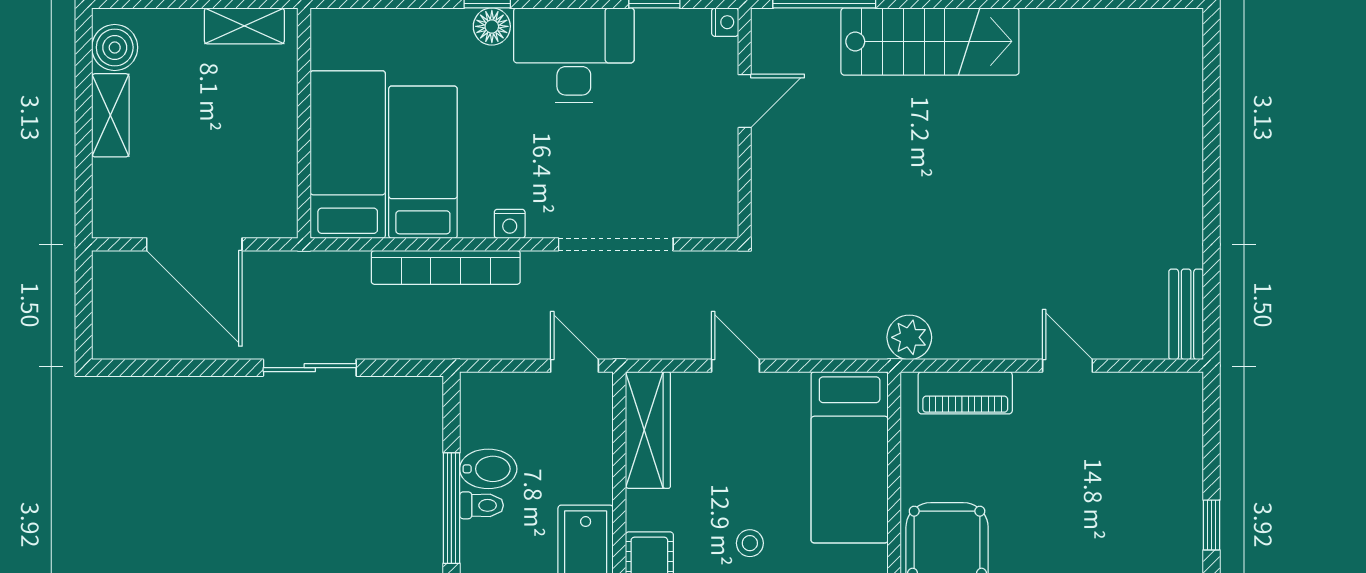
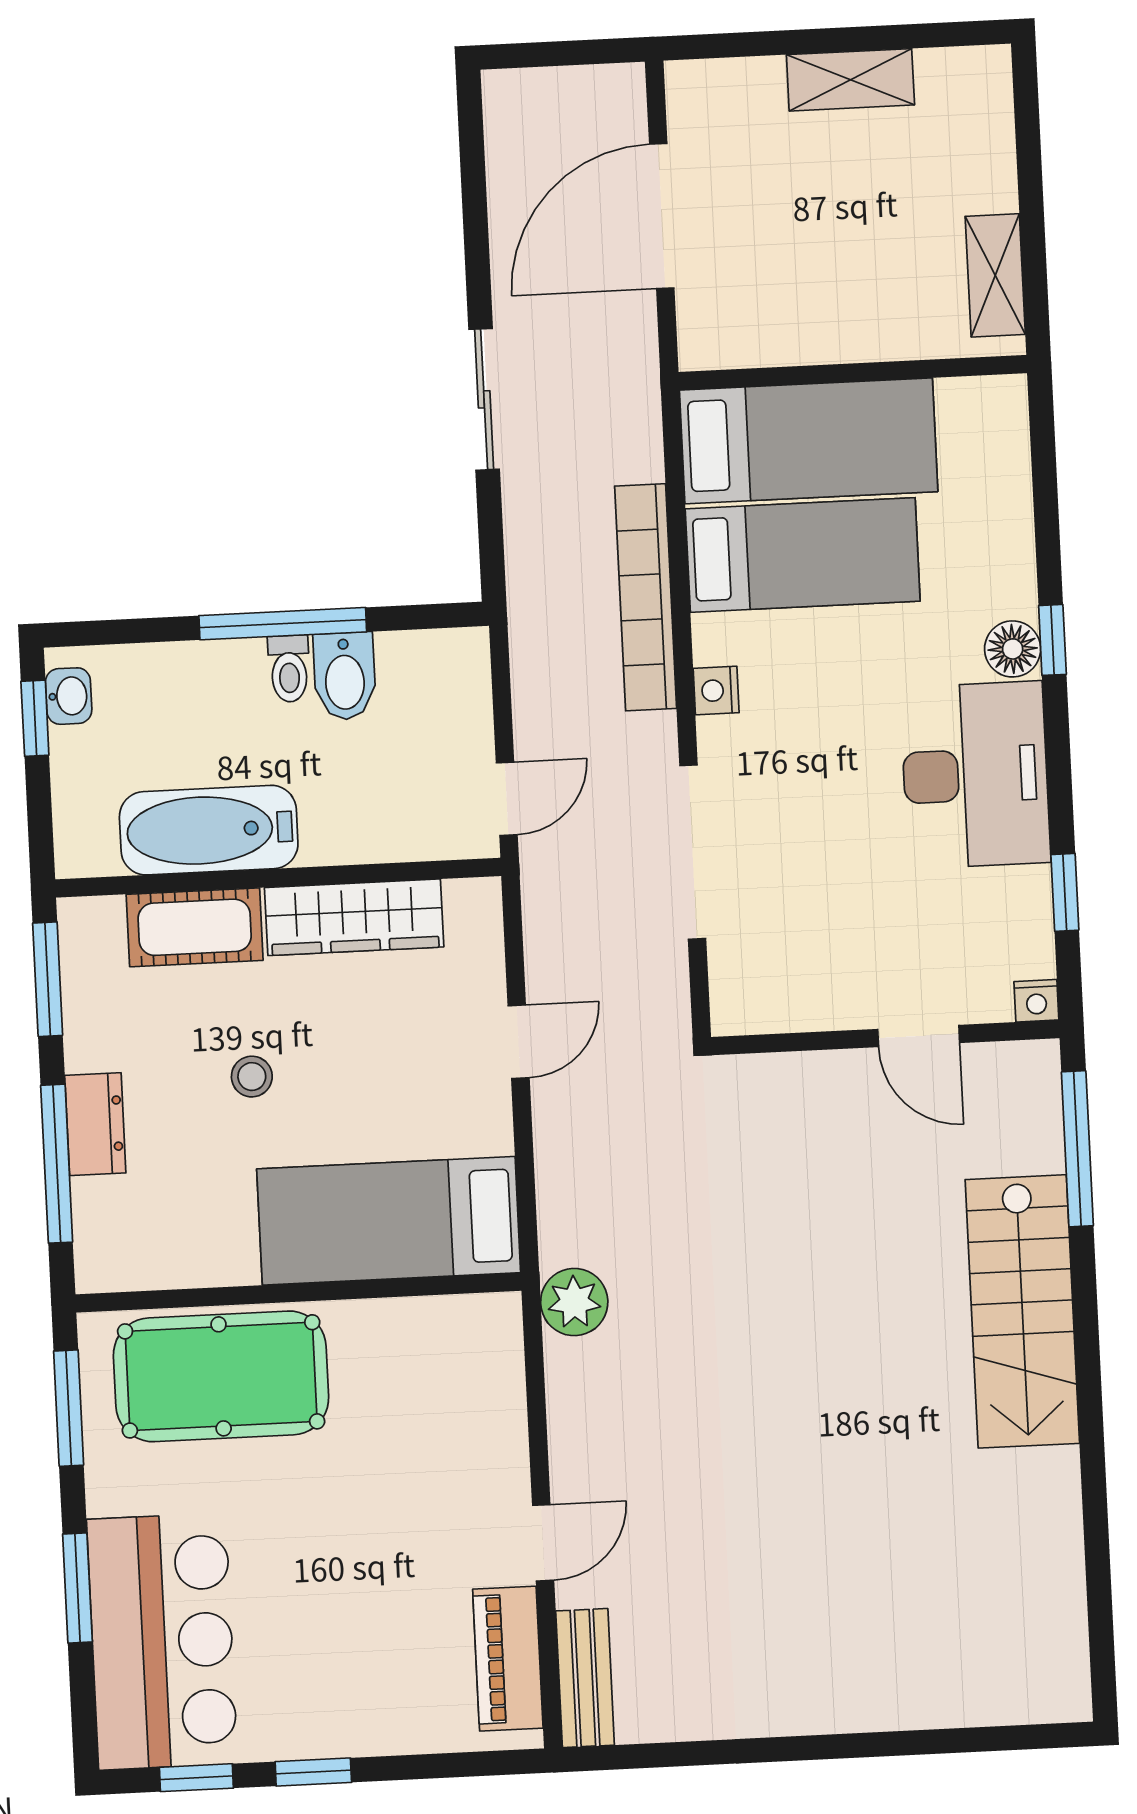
boiler: (115, 47) -> (953, 81), removed
bench: (1186, 314) -> (585, 1678), moved, turned 90
piano: (965, 393) -> (508, 1659), moved
wardrobe: (648, 430) -> (354, 917), moved

